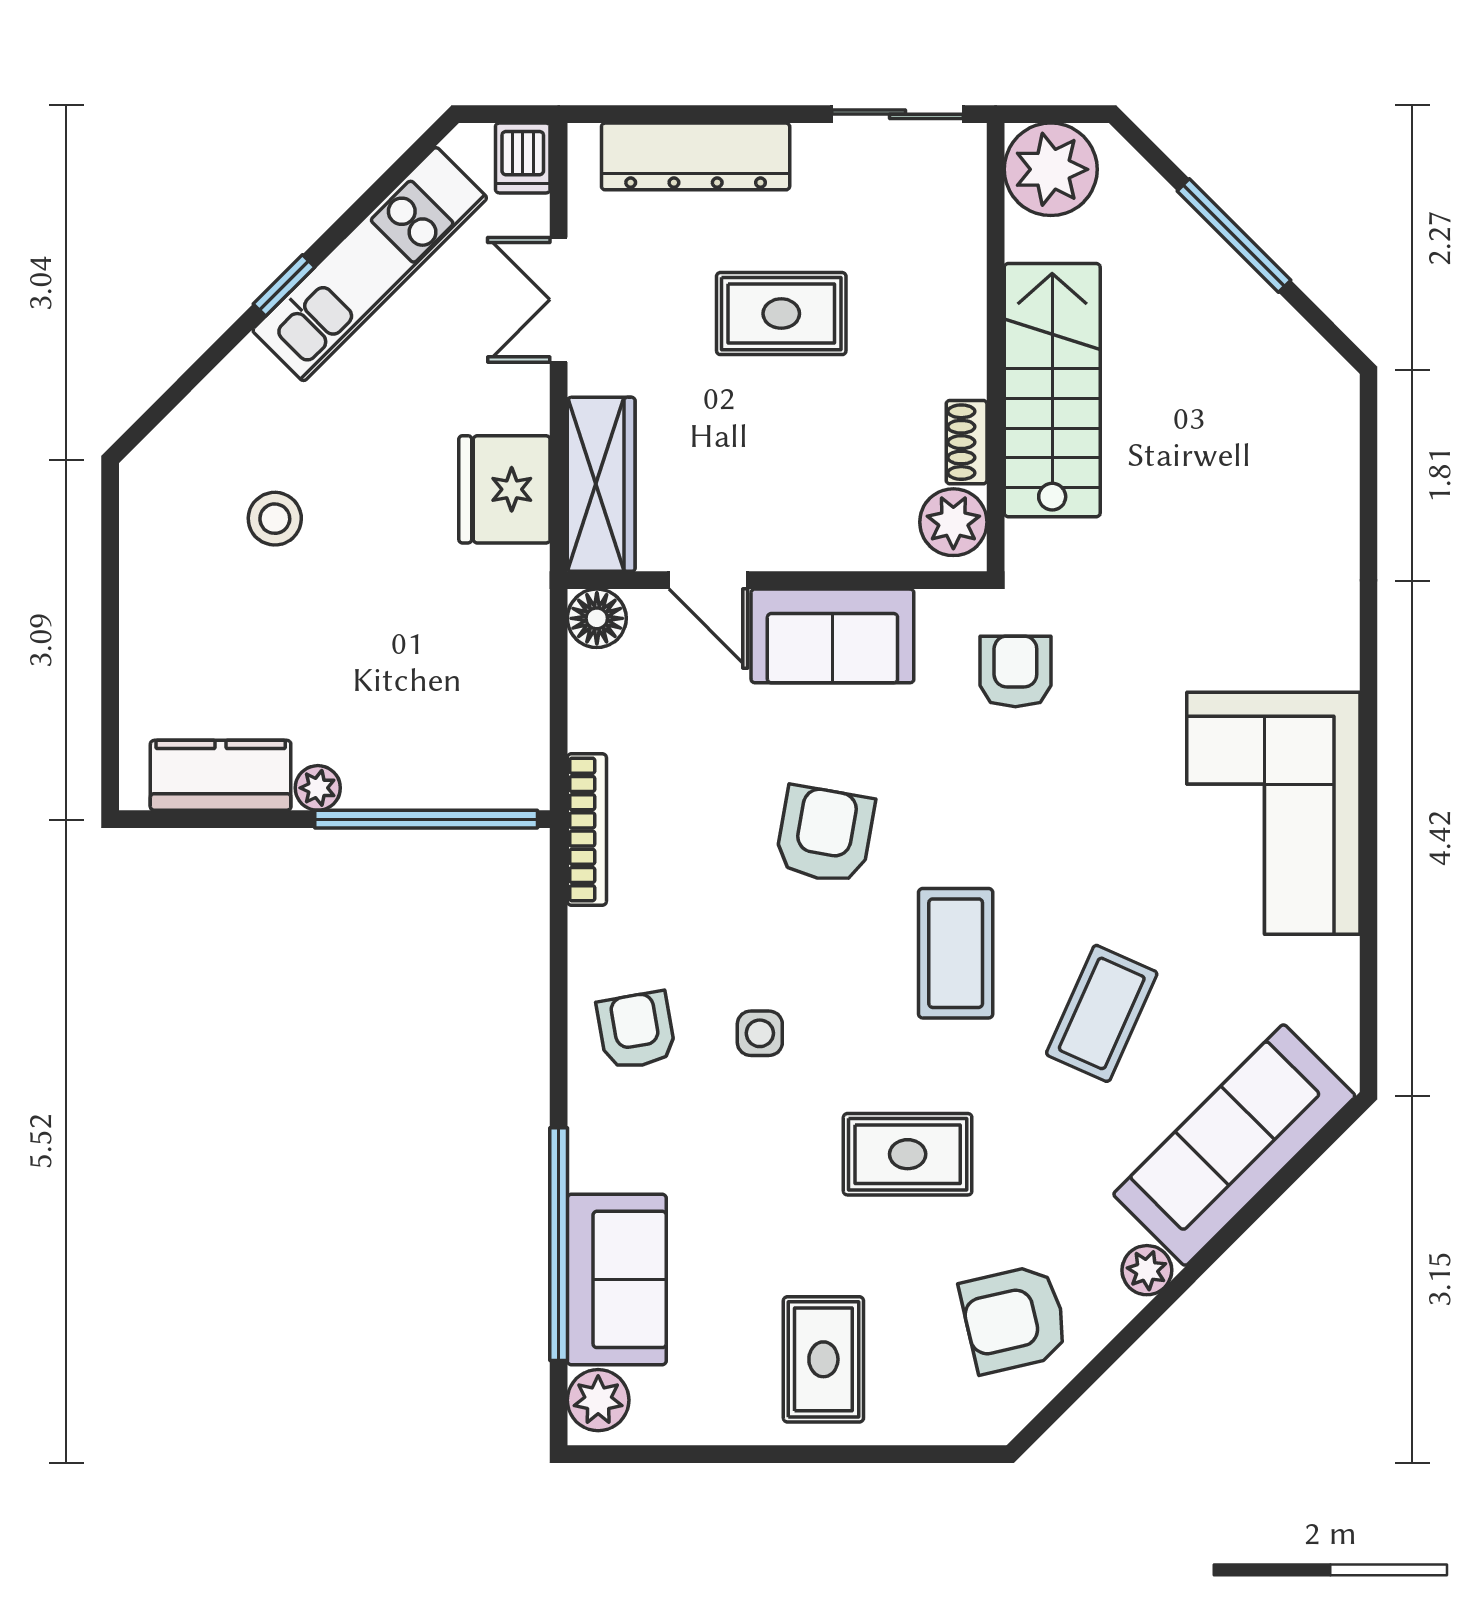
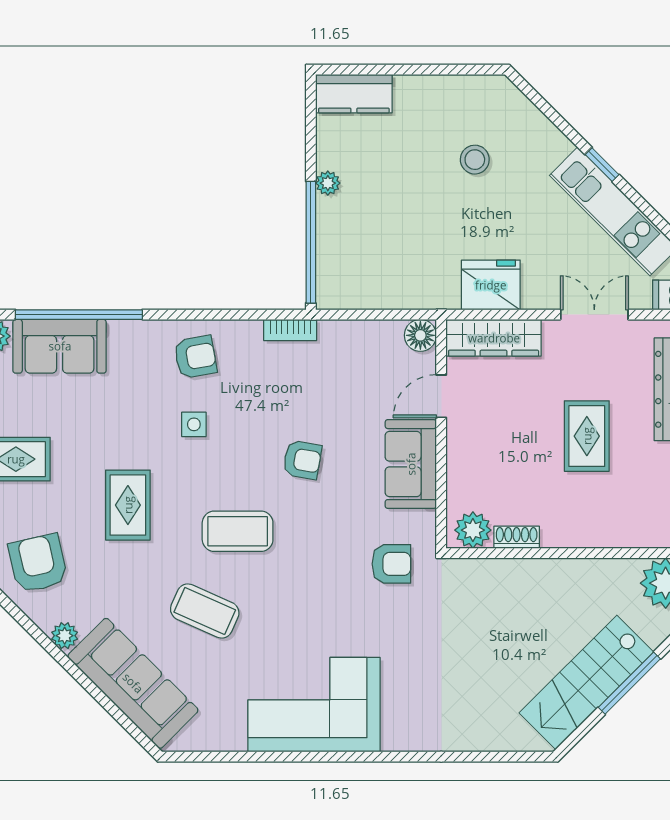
stairs: (1052, 390) -> (586, 682), moved, turned 135
kitchen counter: (221, 775) -> (354, 94), moved, turned 90
bookcase: (587, 829) -> (290, 330), width x0.64
armchair: (825, 835) -> (302, 460), width x0.72, depth x0.72

